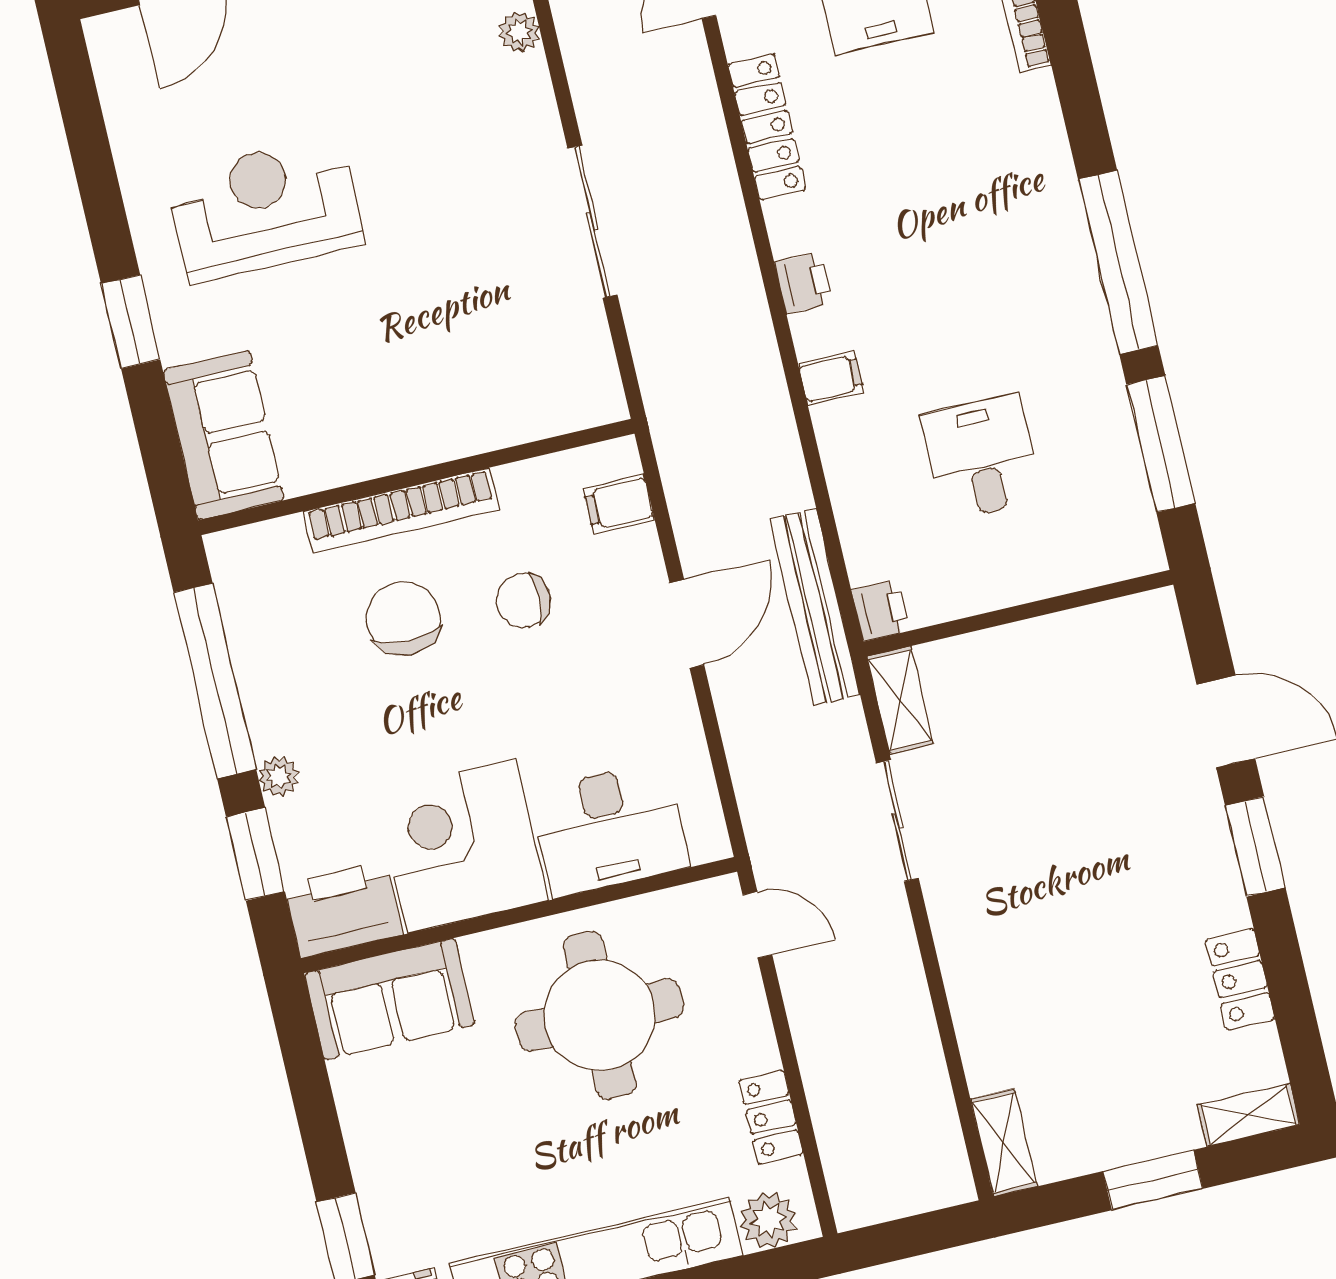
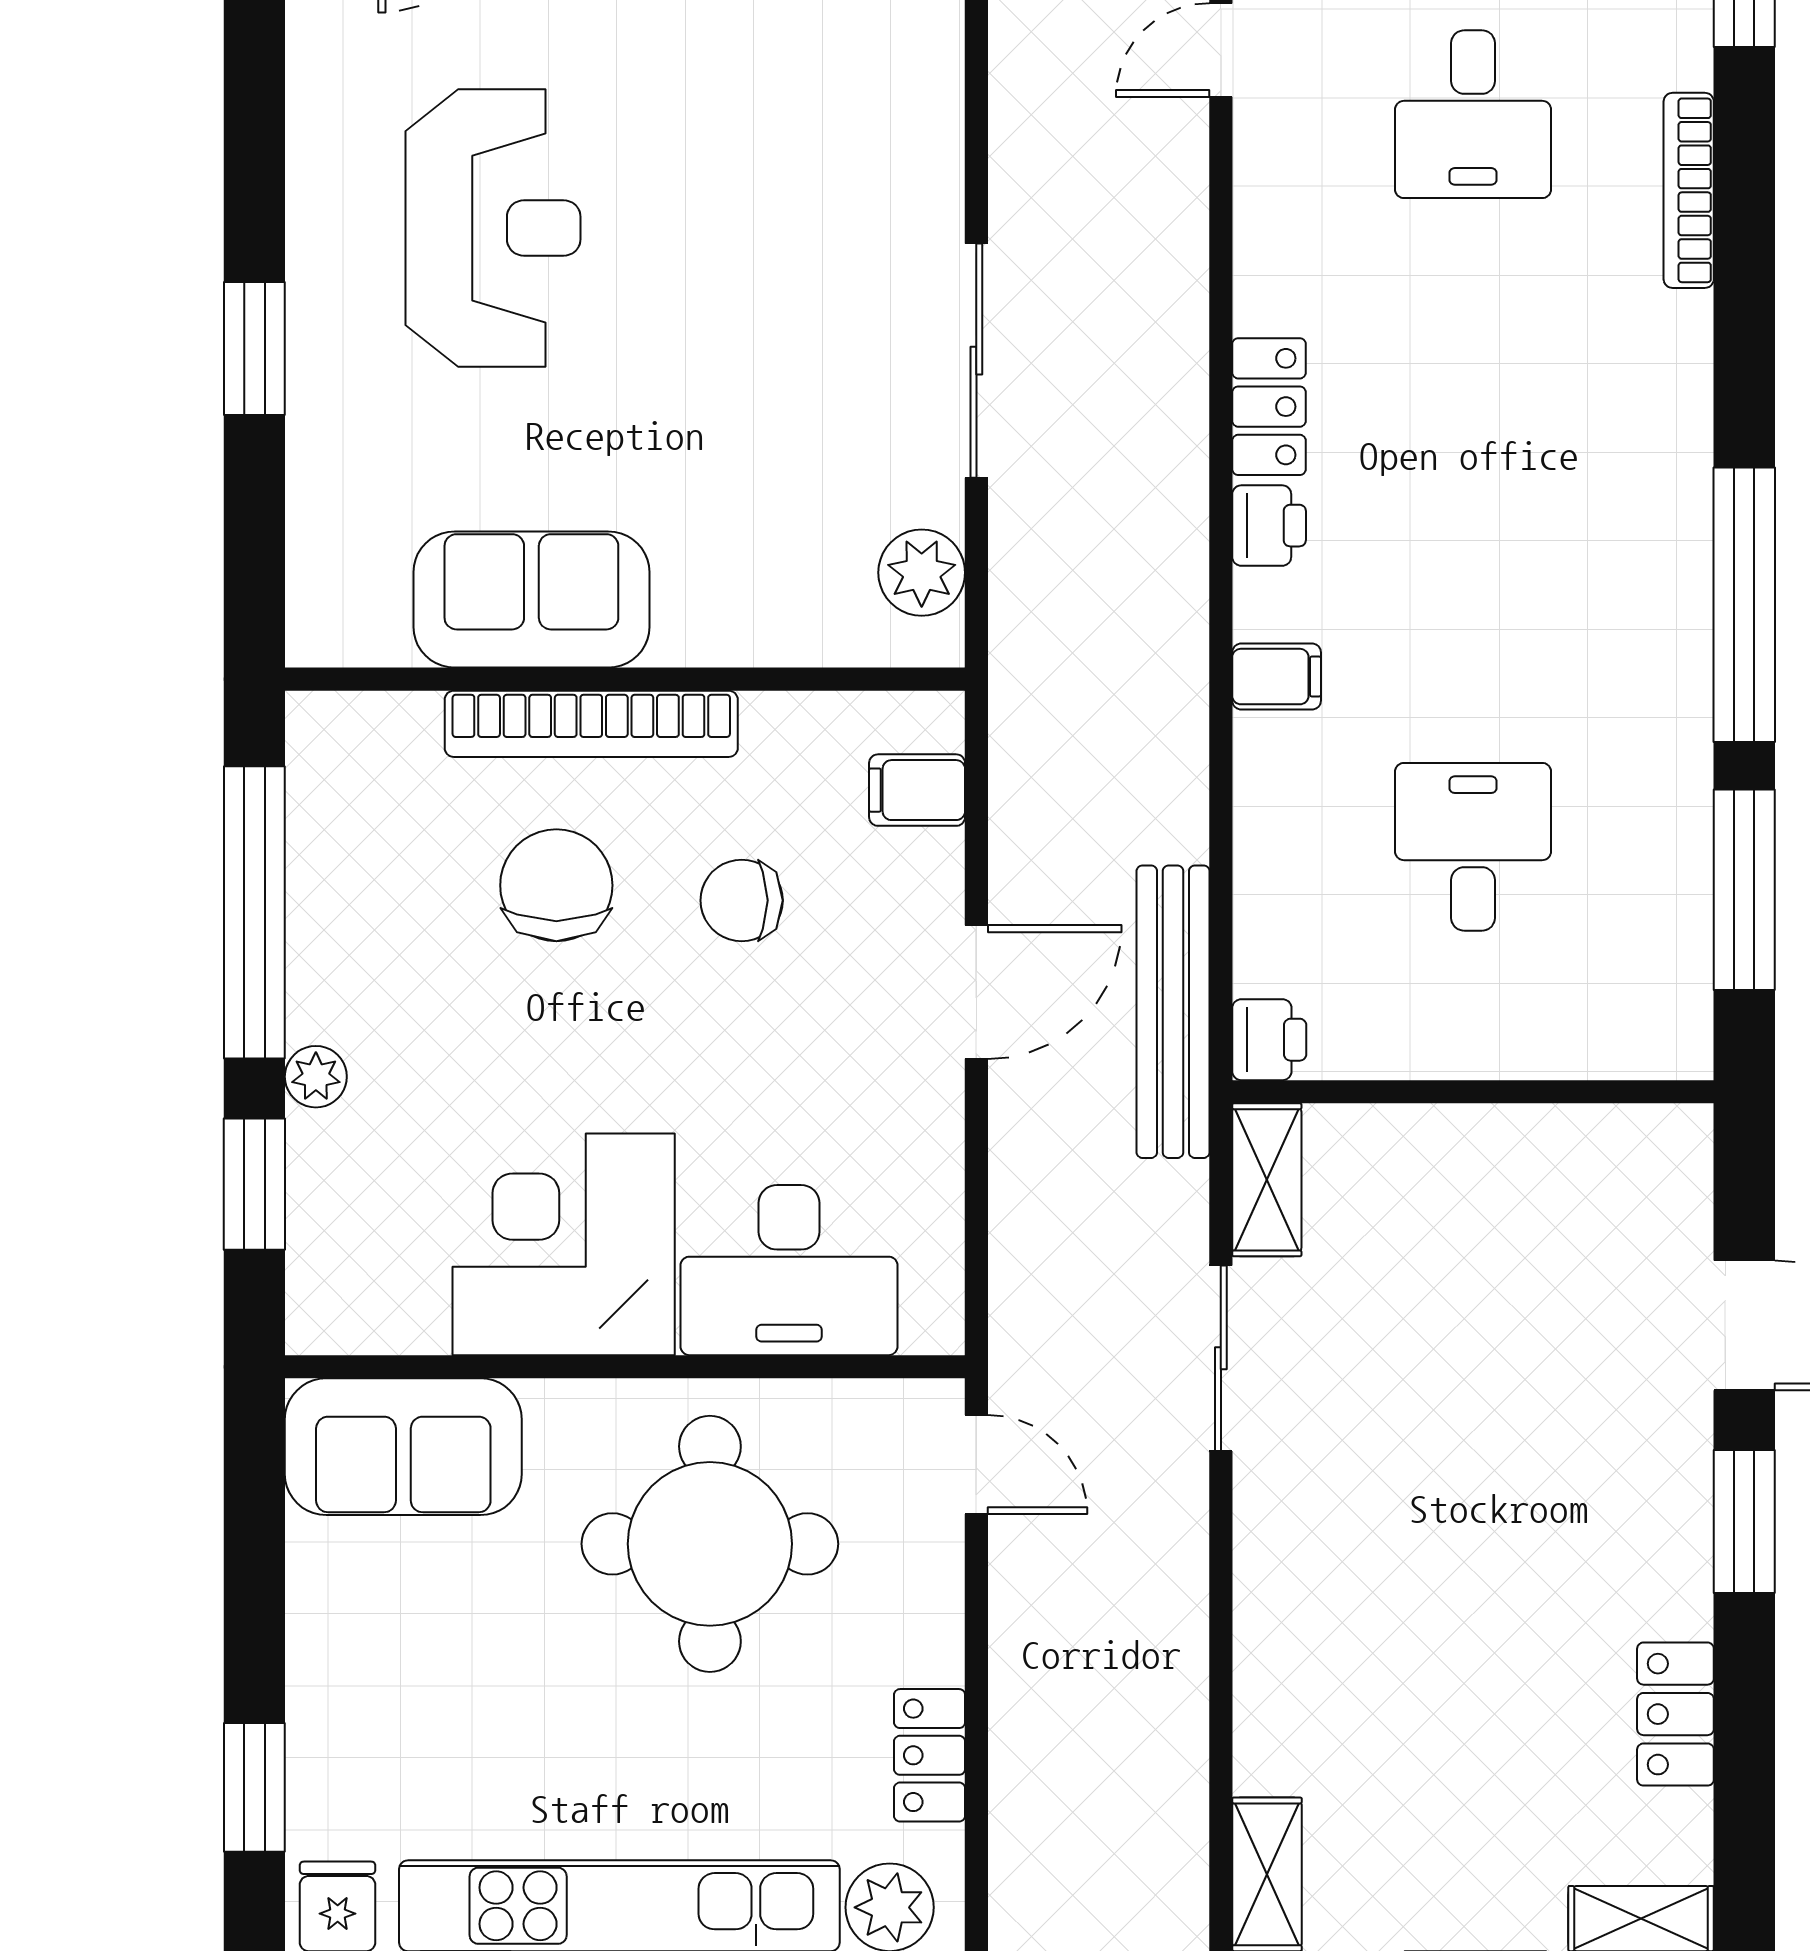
plant: (519, 32) -> (922, 573), moved, width x1.38, depth x1.38
locker: (767, 127) -> (1269, 407), moved, width x0.66
reception desk: (265, 209) -> (493, 228), turned 90
sofa: (224, 435) -> (531, 600), moved, turned -90
printer: (343, 910) -> (366, 1297), removed

